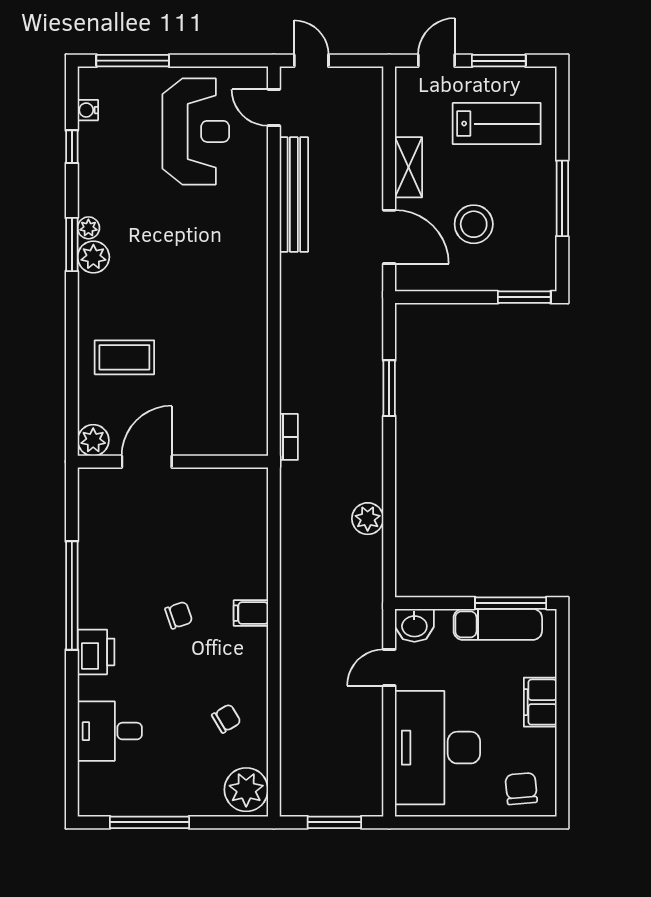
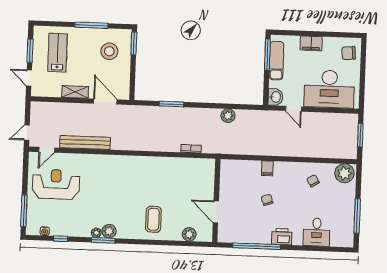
stool: (474, 224) -> (109, 51), moved
door: (389, 237) -> (105, 102), hinge flipped
door: (147, 462) -> (216, 212), moved
wall: (173, 462) -> (216, 201), moved

